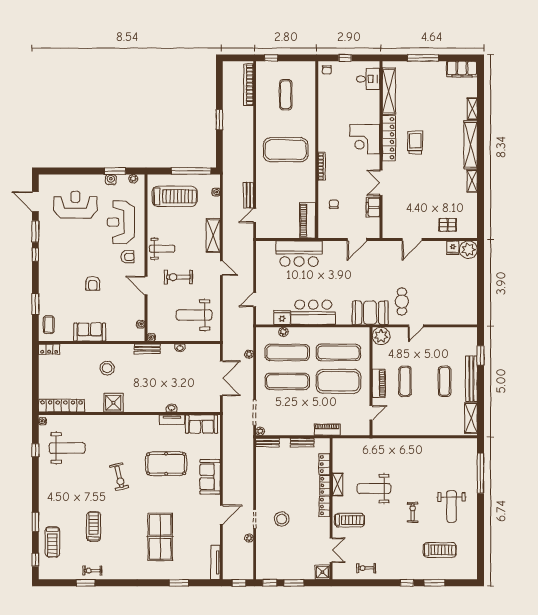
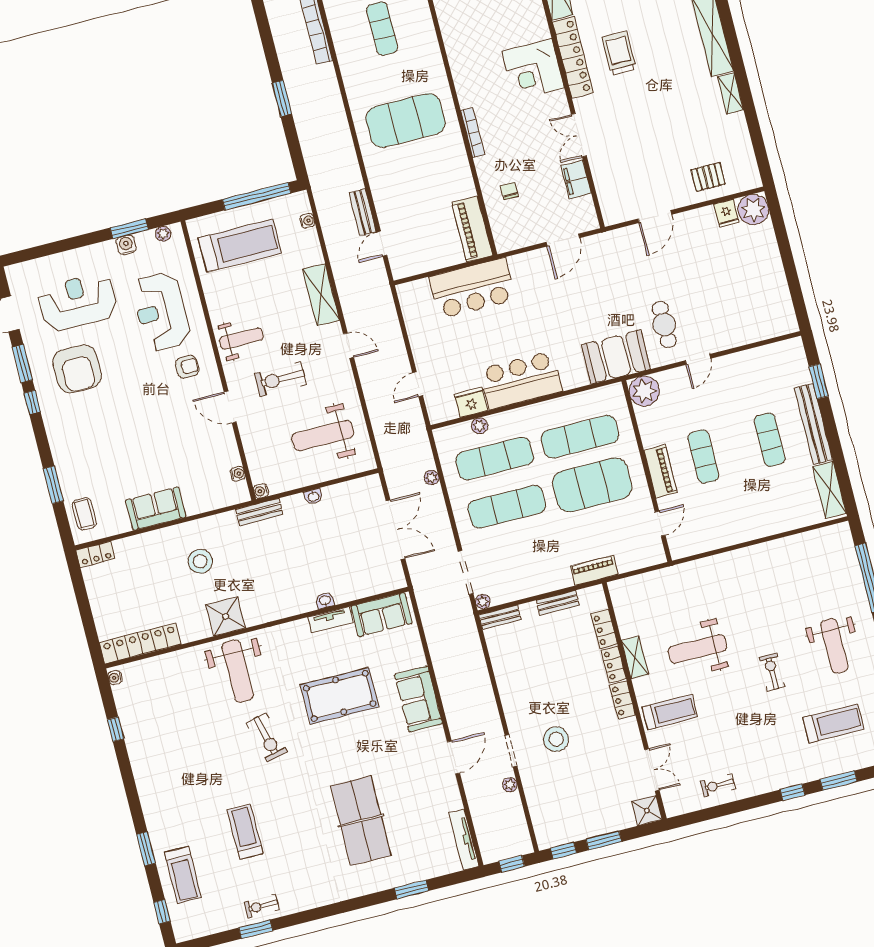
armchair: (93, 283) -> (77, 369), moved, width x1.88, depth x1.88
weight bench: (67, 448) -> (238, 671), moved, turned 90

